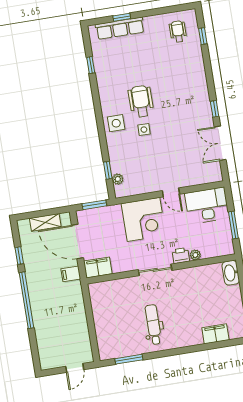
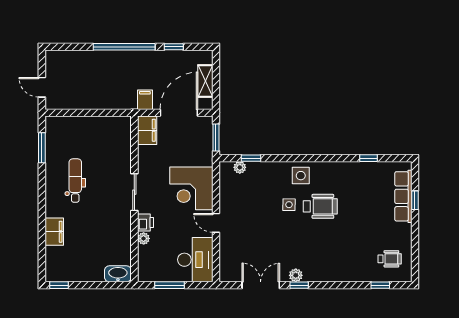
plant: (206, 113) -> (296, 275), added
door: (171, 192) -> (216, 223), hinge flipped
dental chair: (153, 325) -> (75, 181), turned -90
filing cabinet: (215, 334) -> (54, 232), moved

